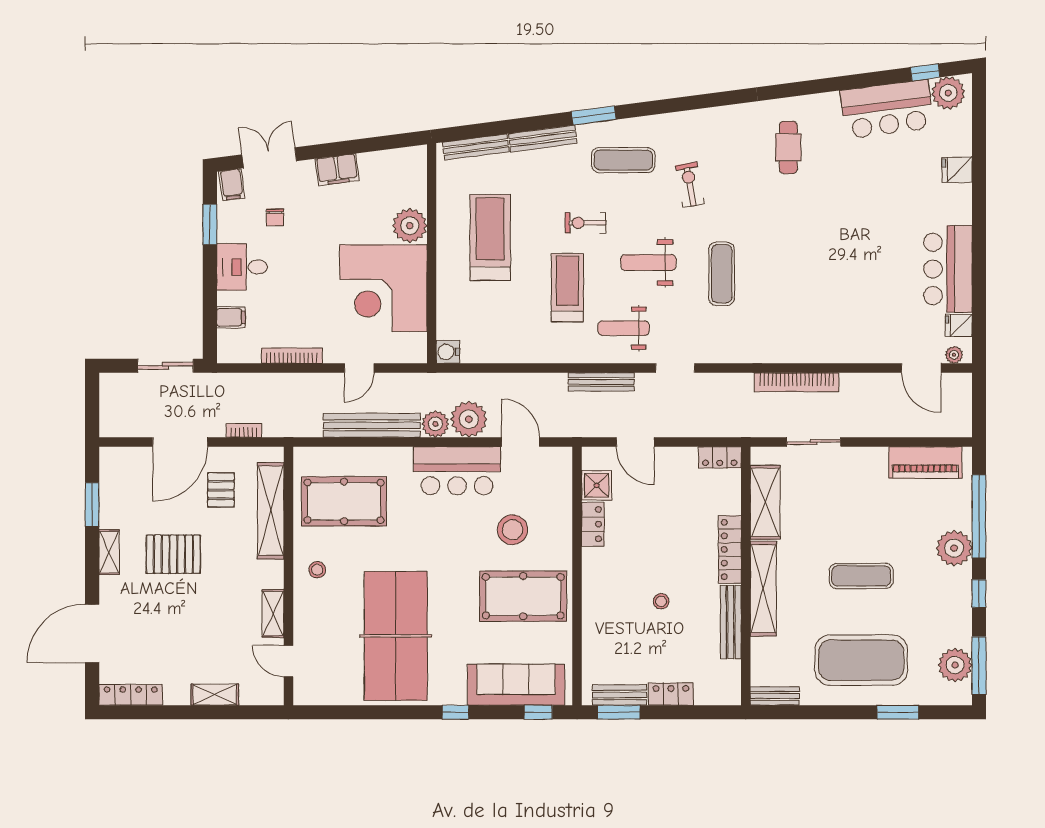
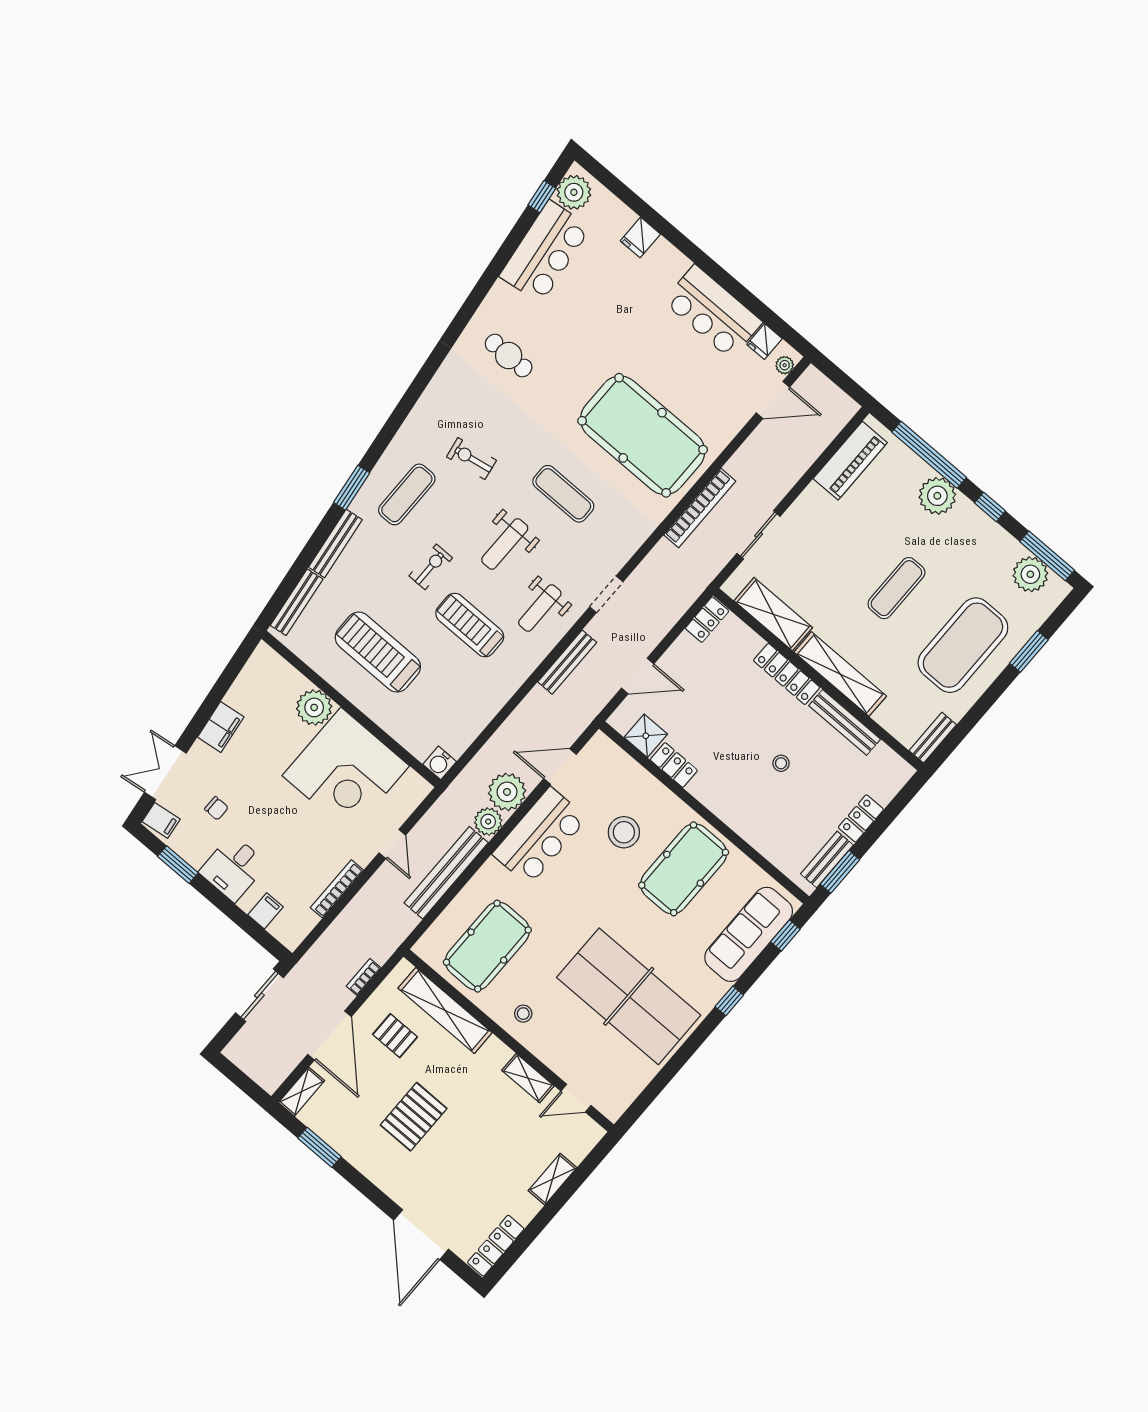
exercise bike: (585, 223) -> (431, 567), turned 180
pool table: (814, 295) -> (643, 435), added
shelving: (109, 552) -> (302, 1092), moved, turned 90

